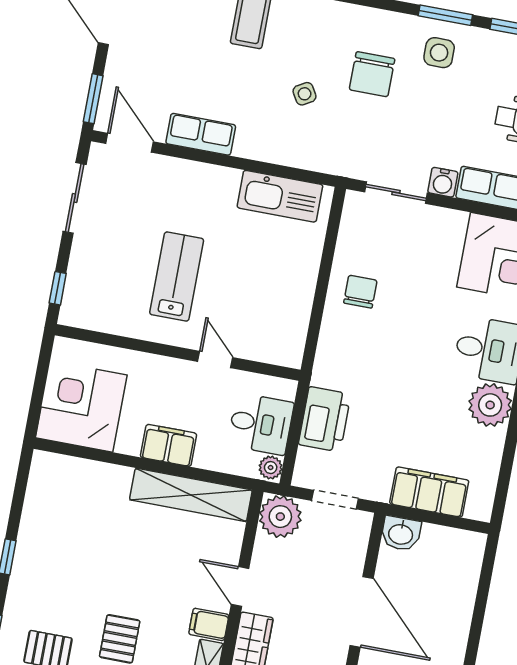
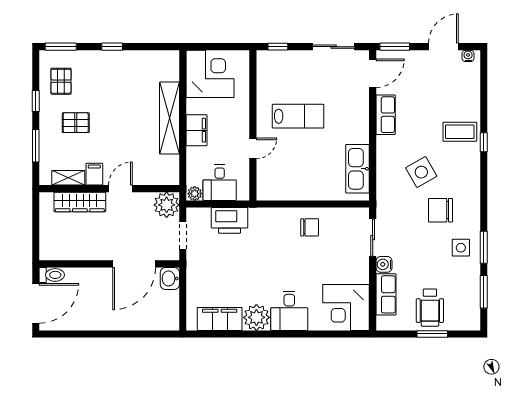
side table: (305, 94) -> (421, 172), width x1.87, depth x1.87
filing cabinet: (429, 492) -> (220, 319), moved, turned -90
shelving: (191, 495) -> (170, 118), moved
door: (362, 612) -> (134, 264), moved

